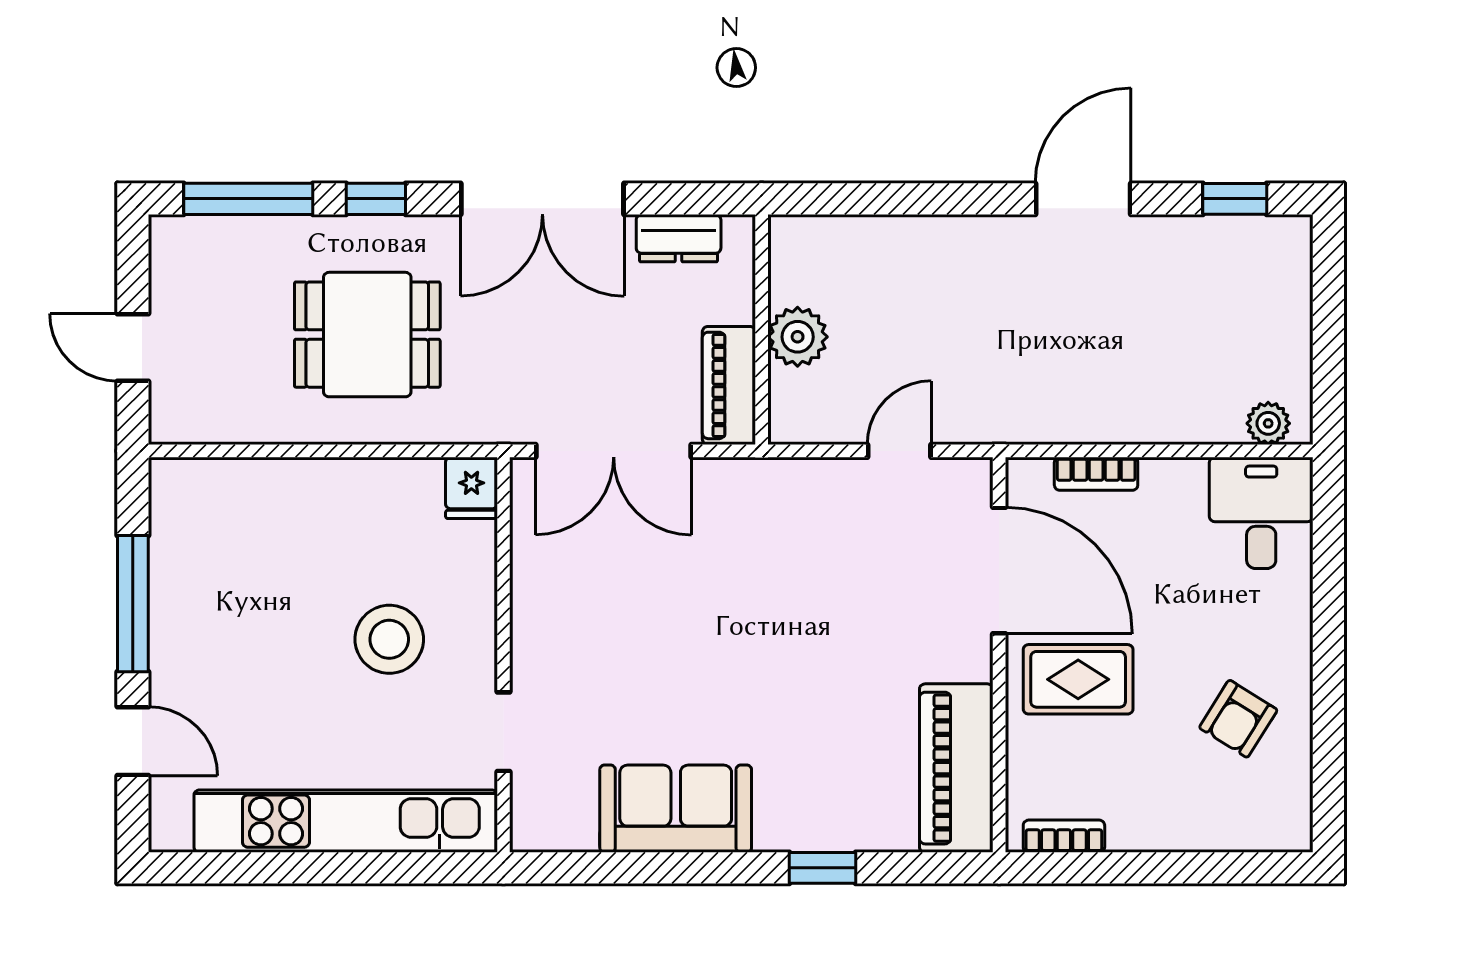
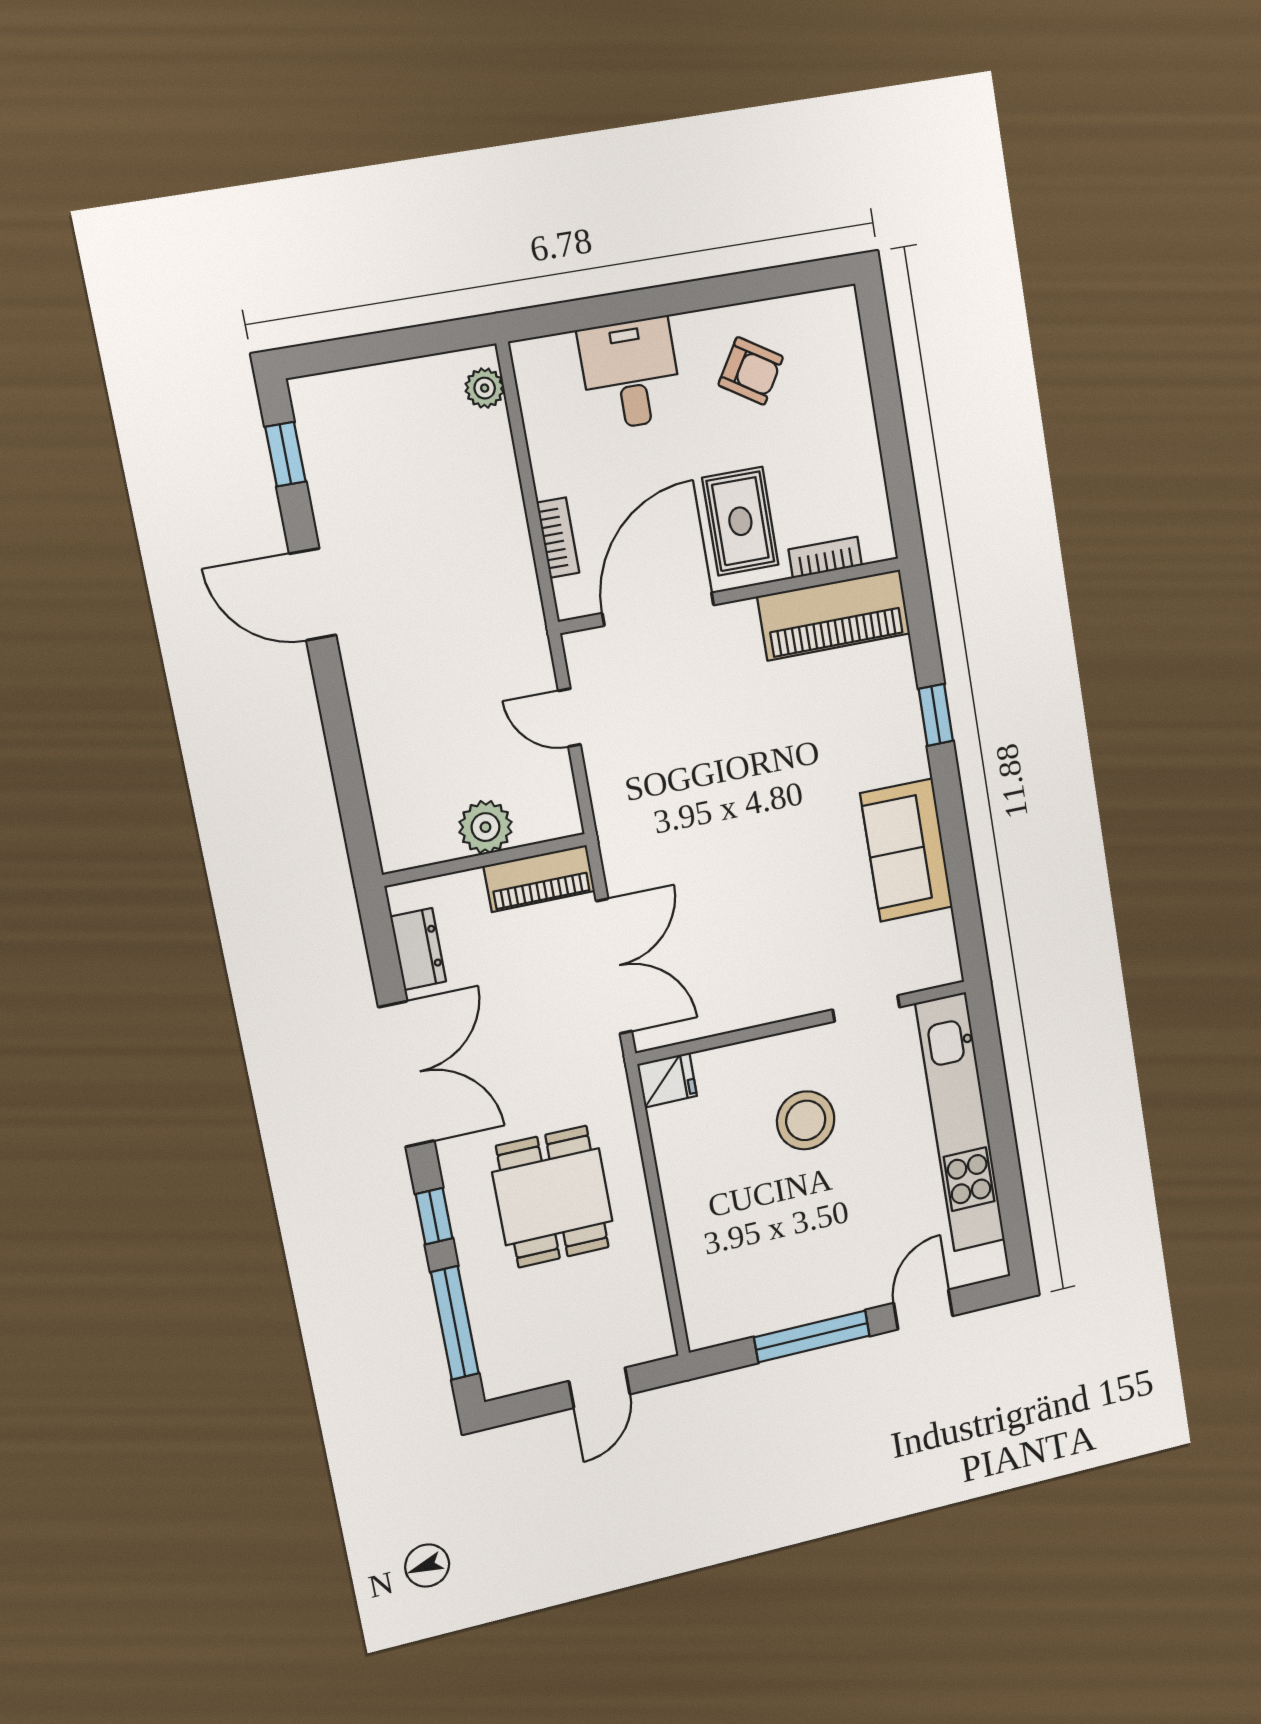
desk: (1261, 513) -> (631, 374), moved, turned 90
bookcase: (1064, 836) -> (825, 557), moved, turned 90

